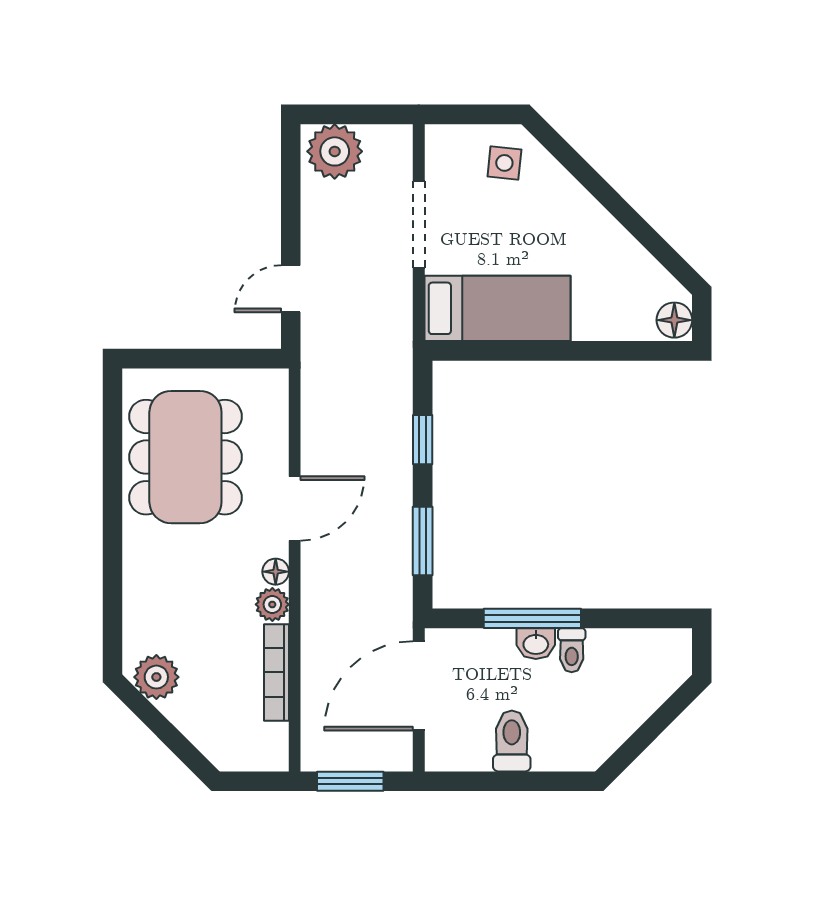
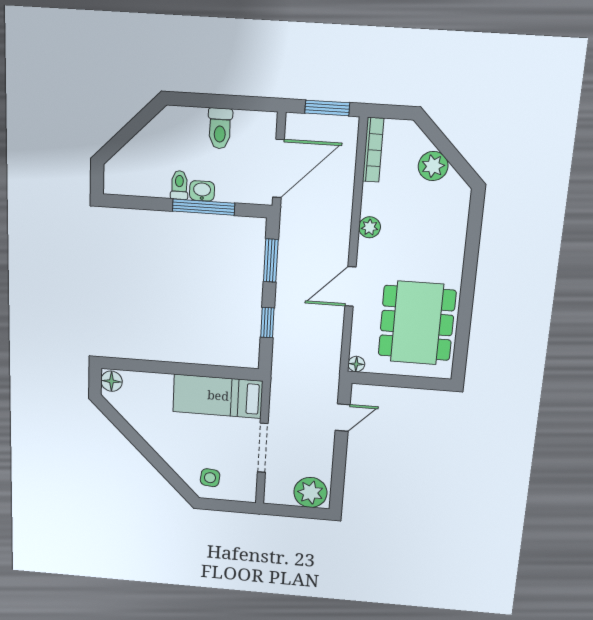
floor lamp: (276, 572) -> (356, 364), moved
bookcase: (276, 672) -> (373, 150), moved
plant: (156, 677) -> (433, 166), moved

